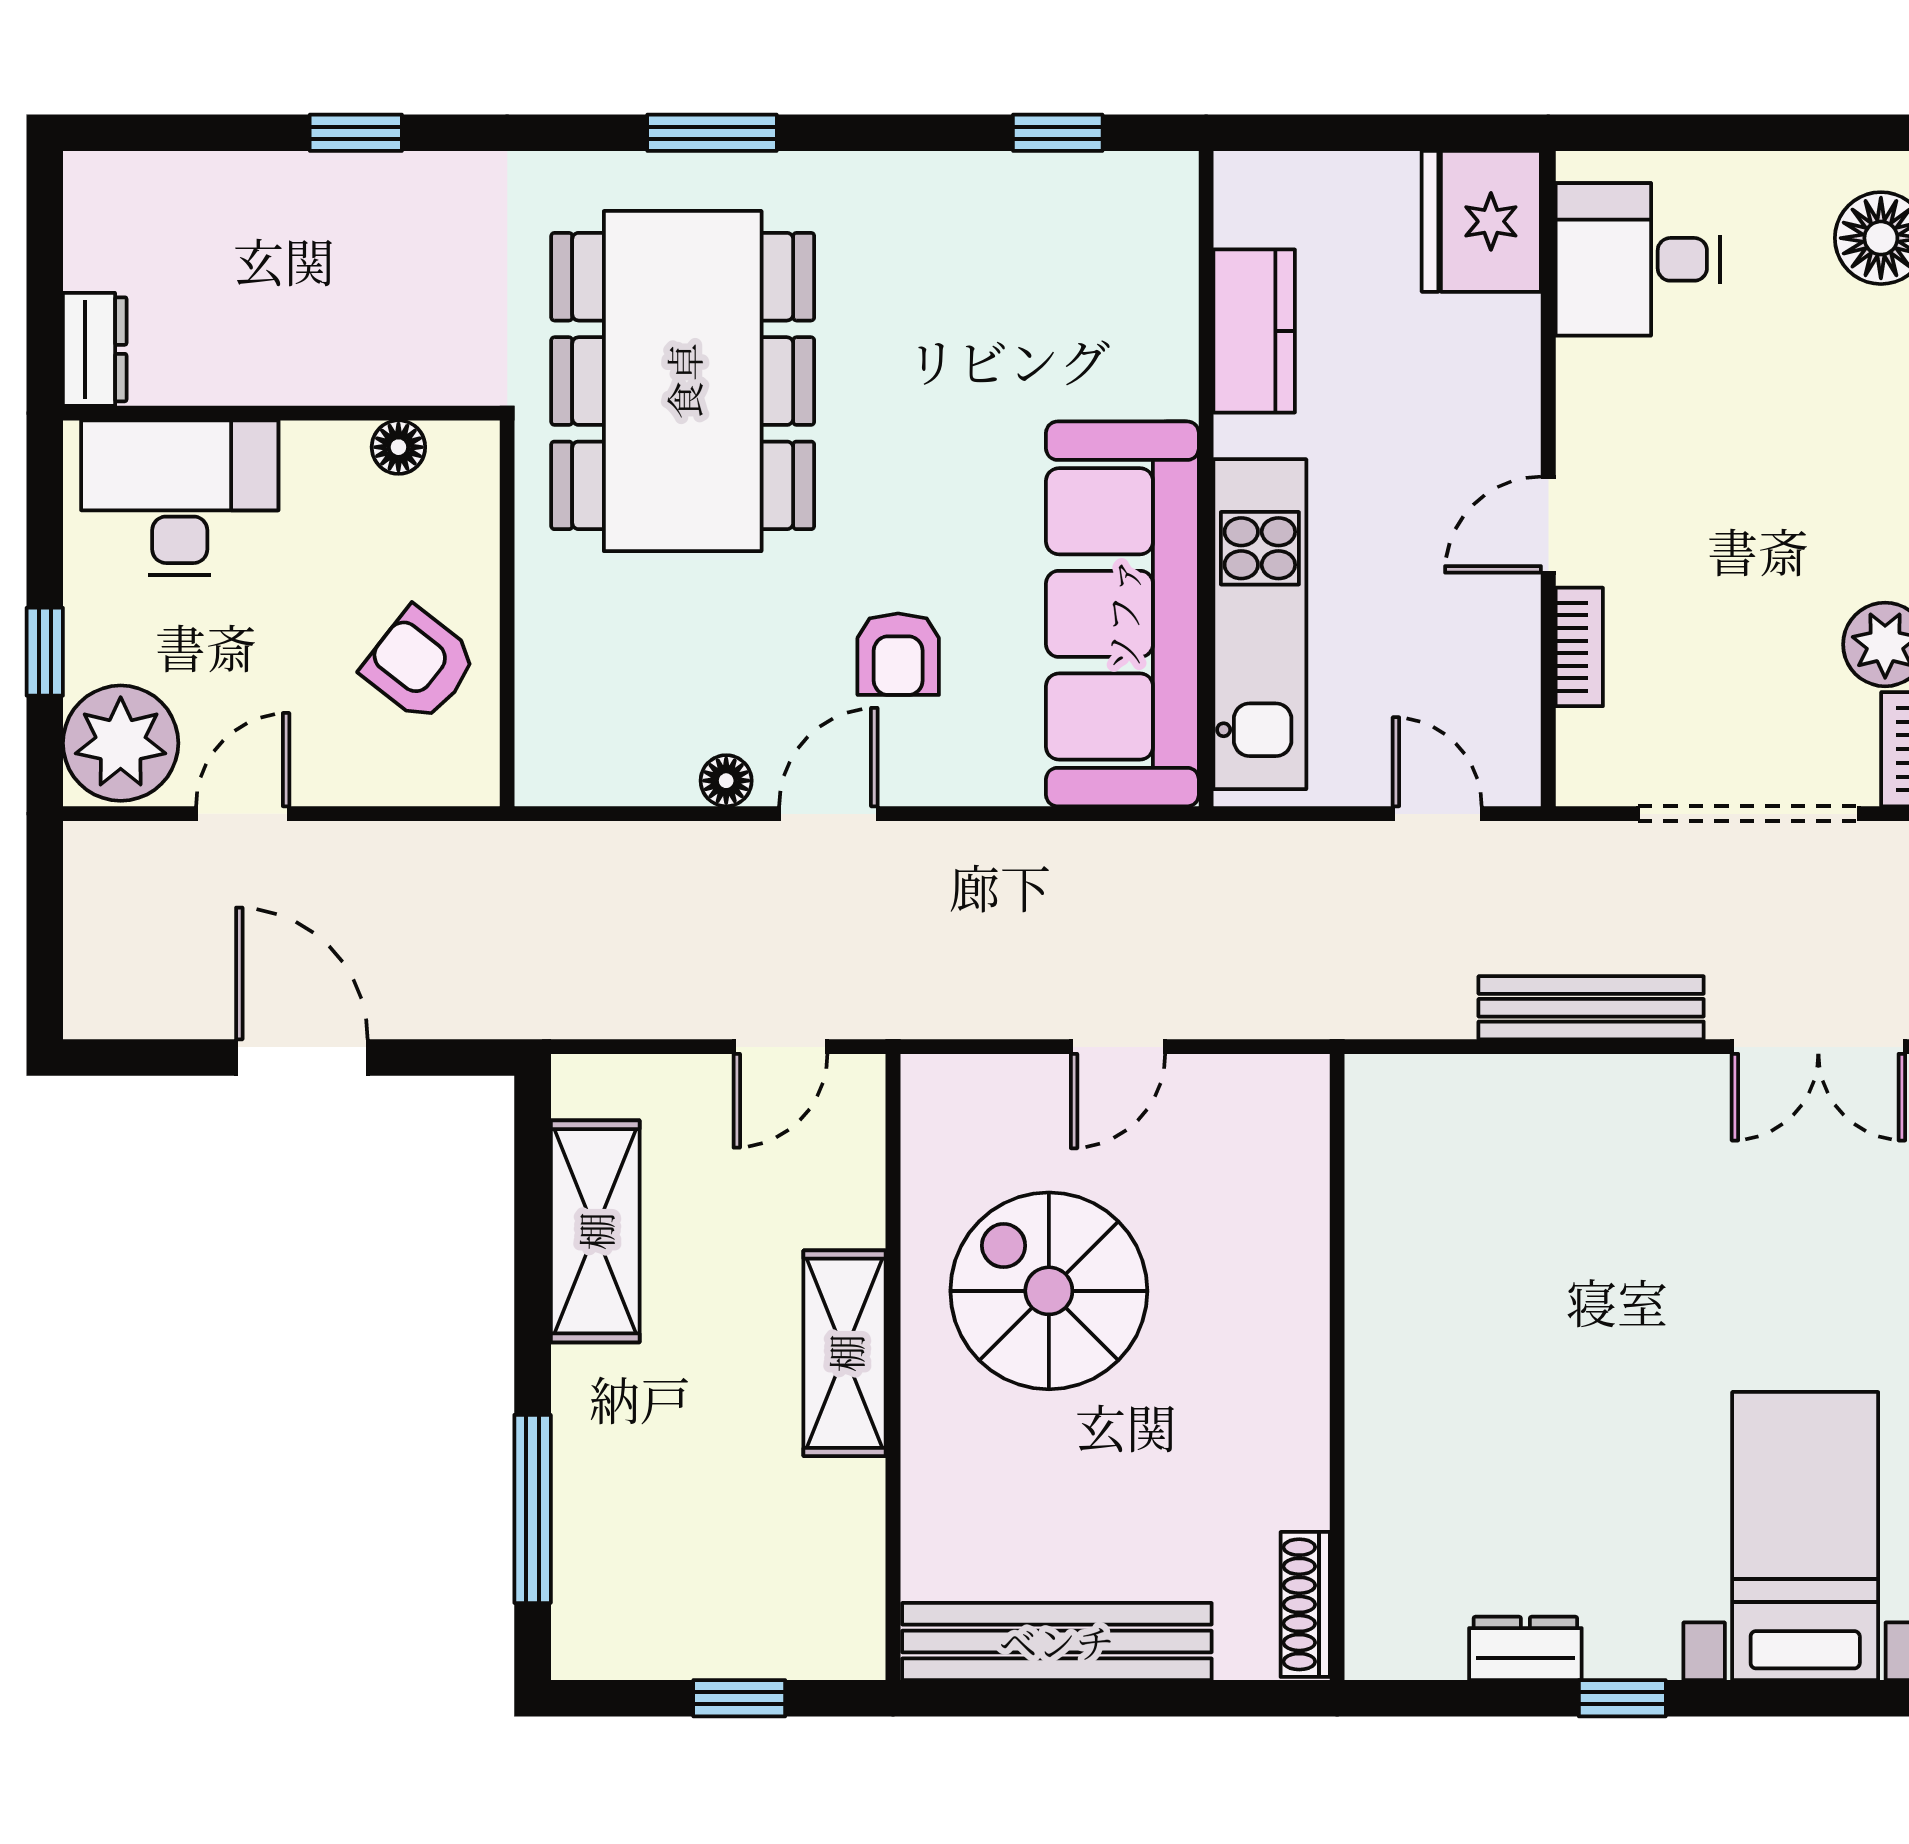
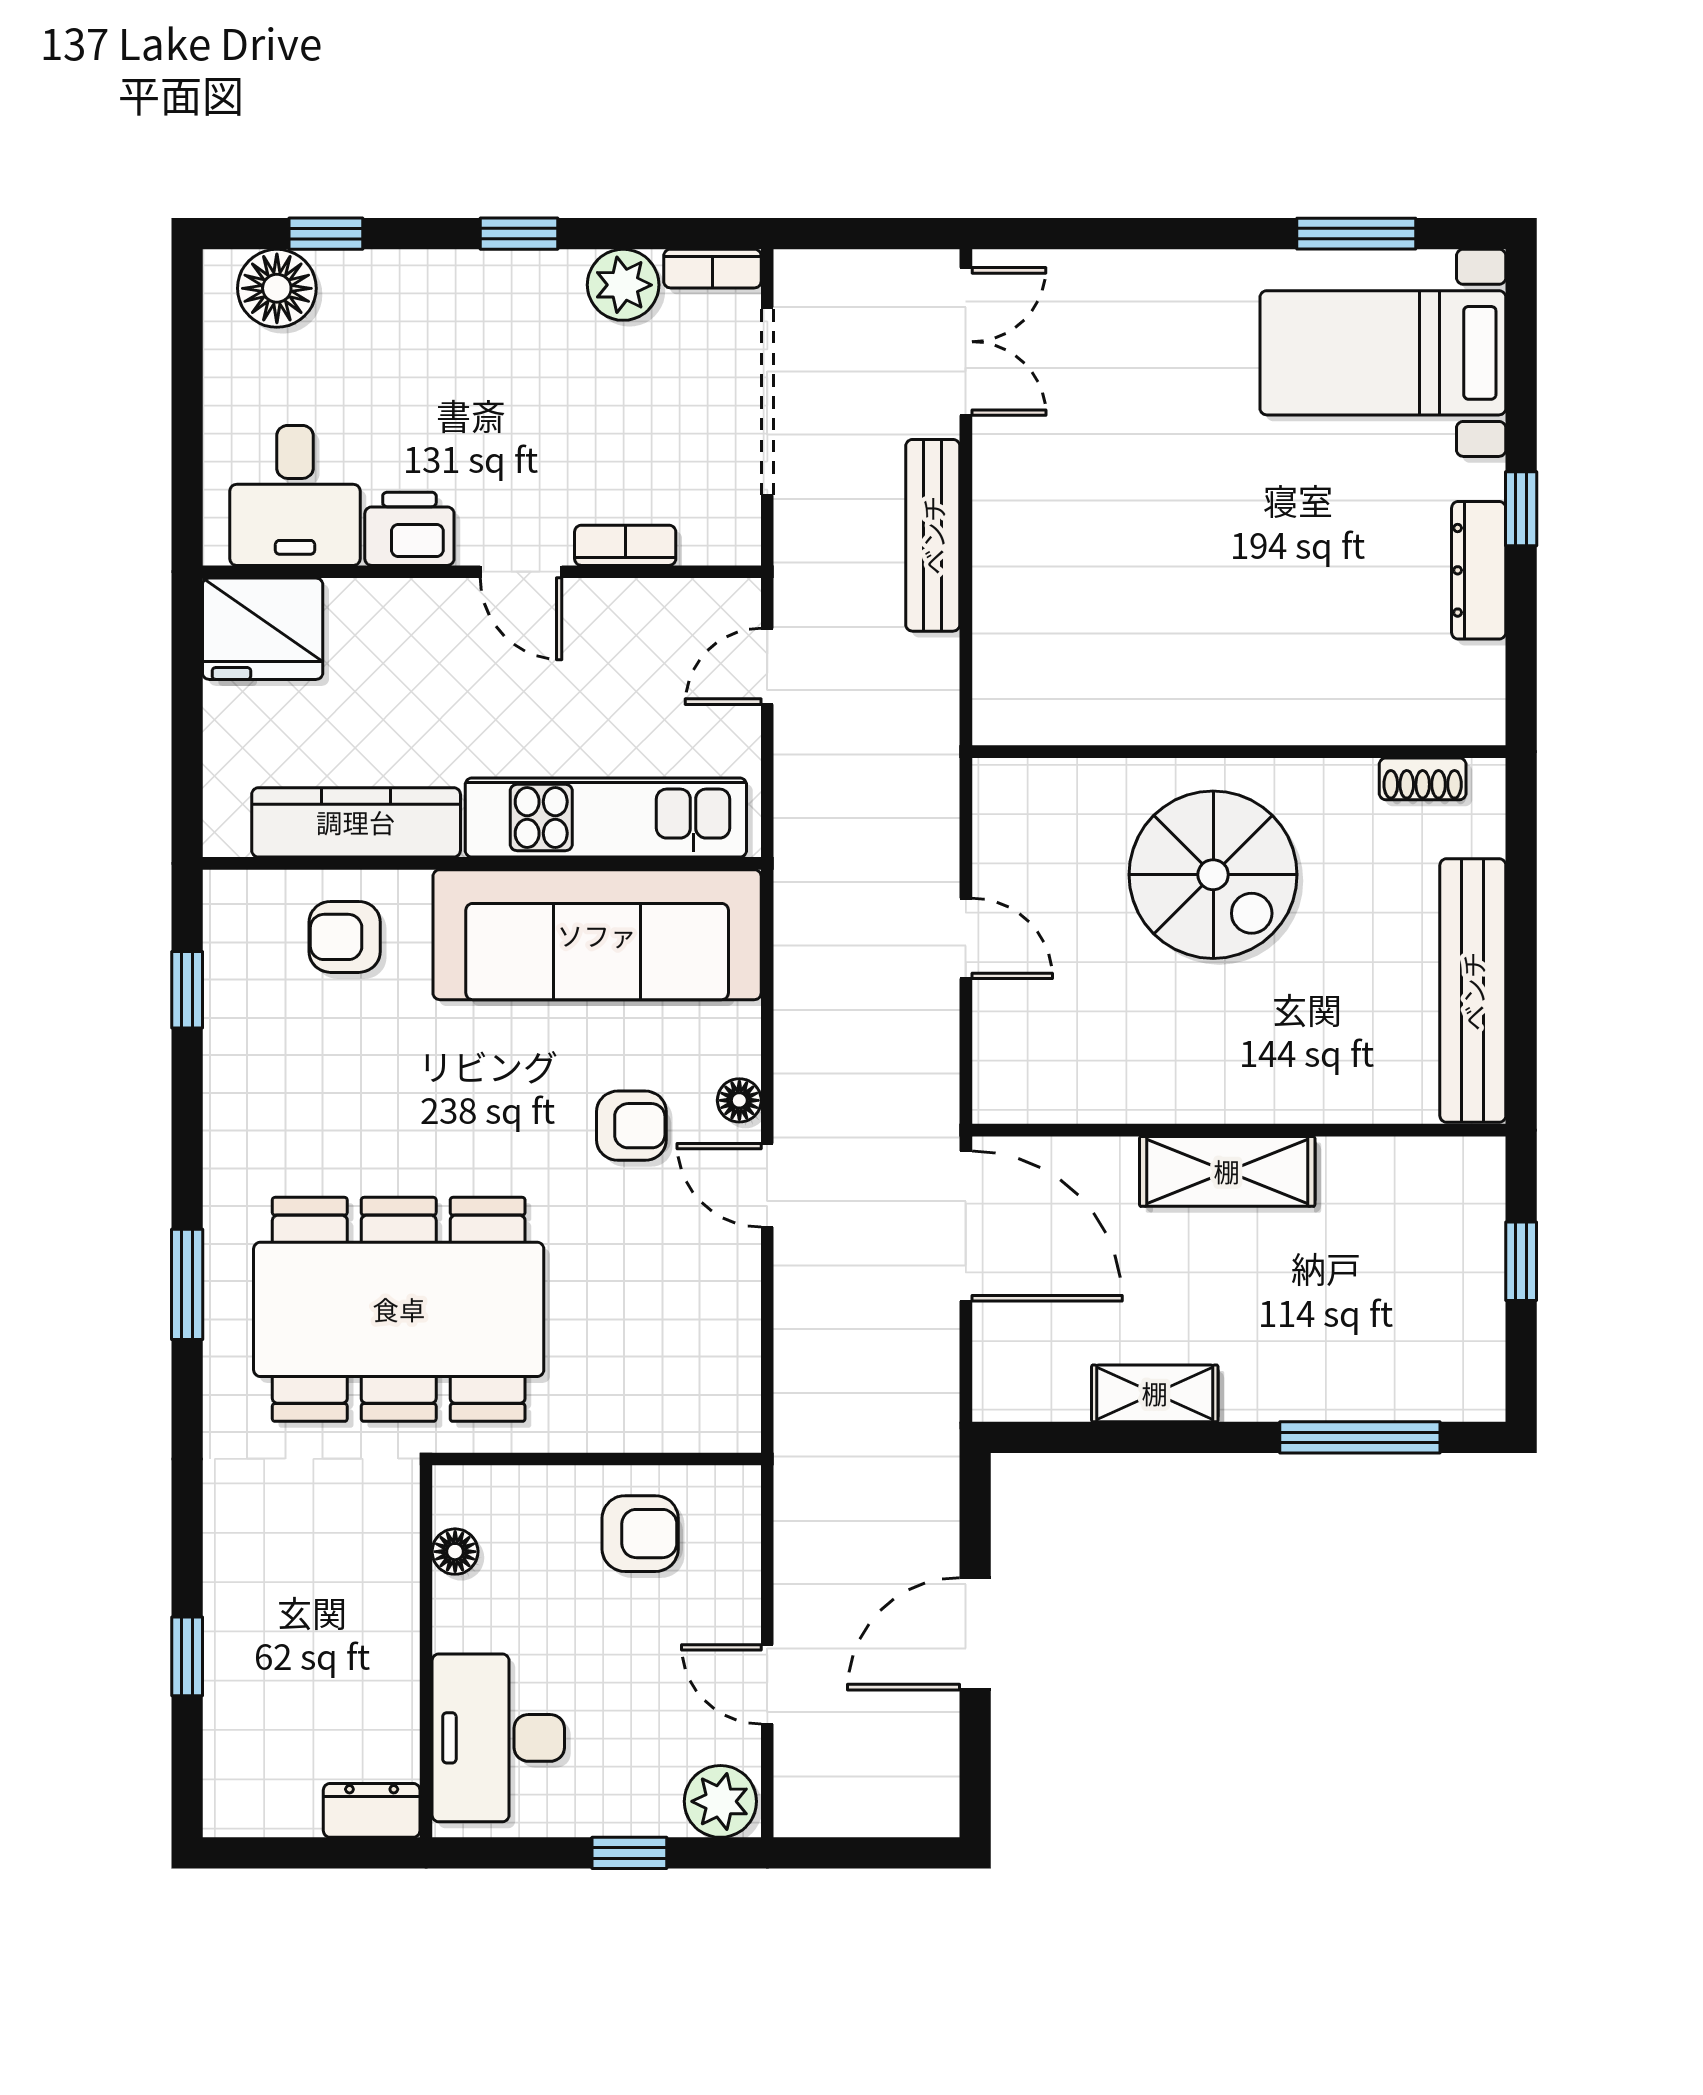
window: (356, 133) -> (187, 1656), moved
armchair: (1120, 318) -> (345, 937), added
kitchen counter: (1254, 331) -> (356, 822), width x1.50
printer: (1599, 394) -> (409, 529), added
armchair: (420, 664) -> (640, 1534), turned -128
plant: (121, 743) -> (720, 1801), width x0.73, depth x0.73
floor lamp: (726, 781) -> (739, 1100), moved
door: (781, 1047) -> (966, 1226), width x1.88
shelving: (595, 1231) -> (1155, 1393), width x0.67, depth x0.75
spiral stairs: (1049, 1291) -> (1213, 875), moved, turned -90
shoe rack: (1305, 1604) -> (1423, 779), width x0.70
dresser: (1525, 1648) -> (1479, 570), width x1.44

